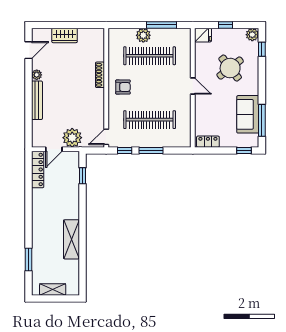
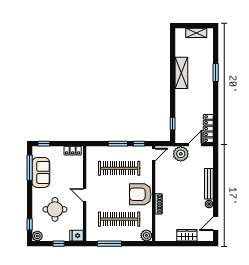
plant: (143, 35) -> (146, 235), moved
round table: (230, 68) -> (55, 209), turned 38
armchair: (123, 87) -> (140, 194), width x1.88, depth x1.88
window: (28, 260) -> (216, 72), moved

